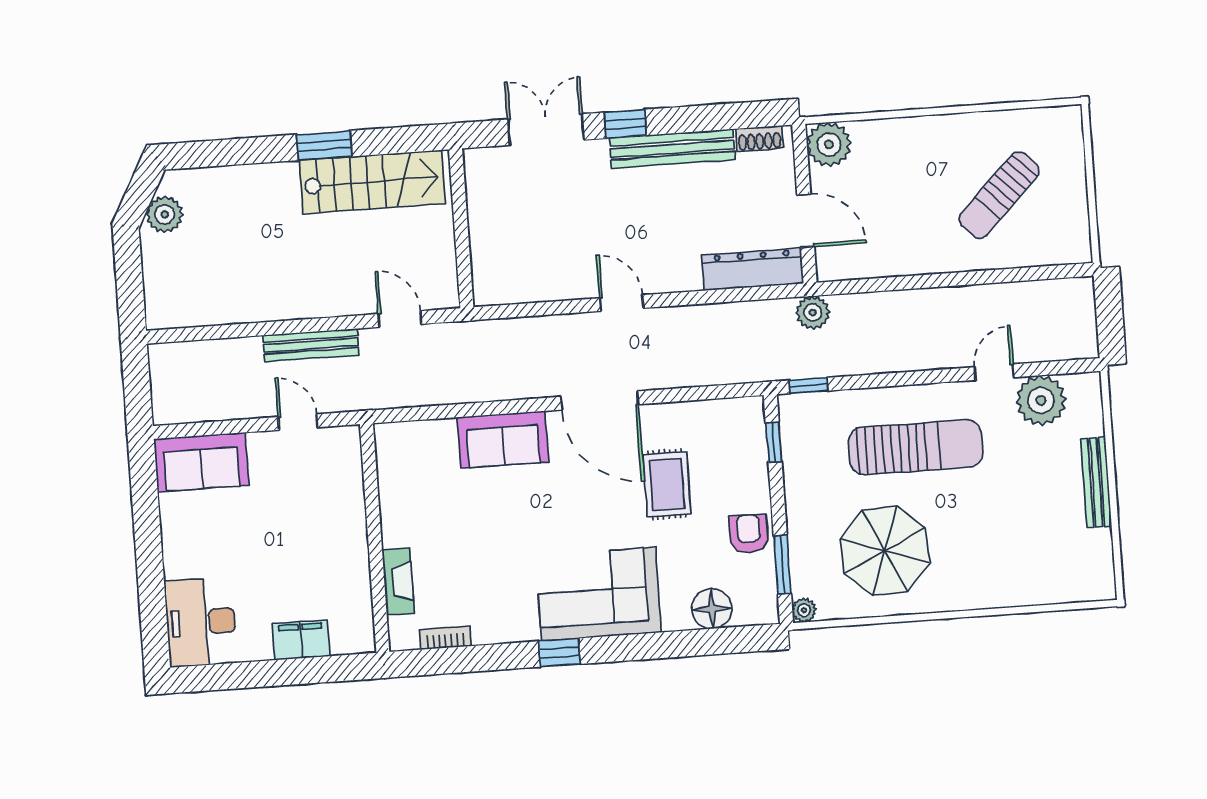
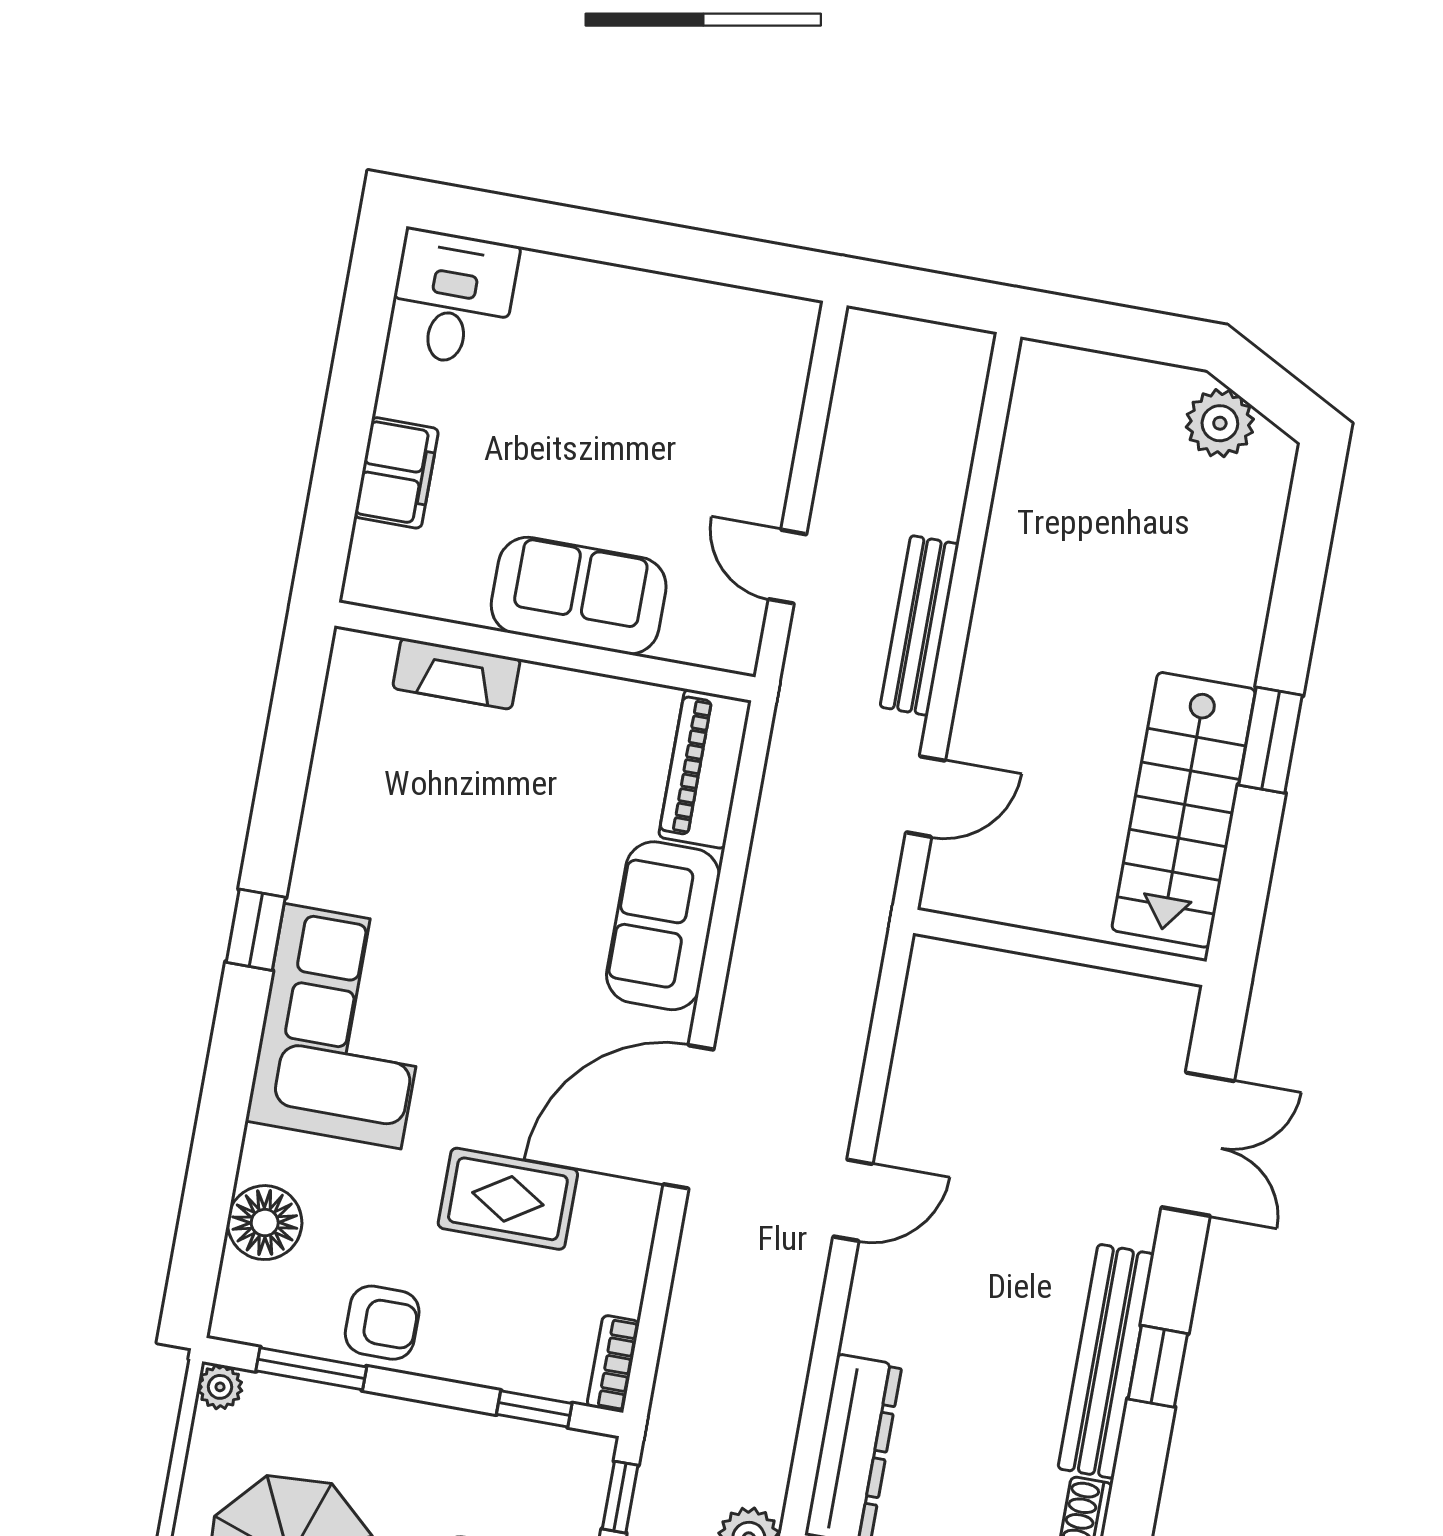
window: (625, 124) -> (1158, 1366), moved
door: (298, 422) -> (787, 567), swing flipped
piano: (415, 438) -> (705, 769), added
sofa: (201, 462) -> (579, 596), moved, turned 90
desk: (201, 622) -> (453, 298), width x0.73
bookcase: (445, 638) -> (613, 1364), moved, turned 180

